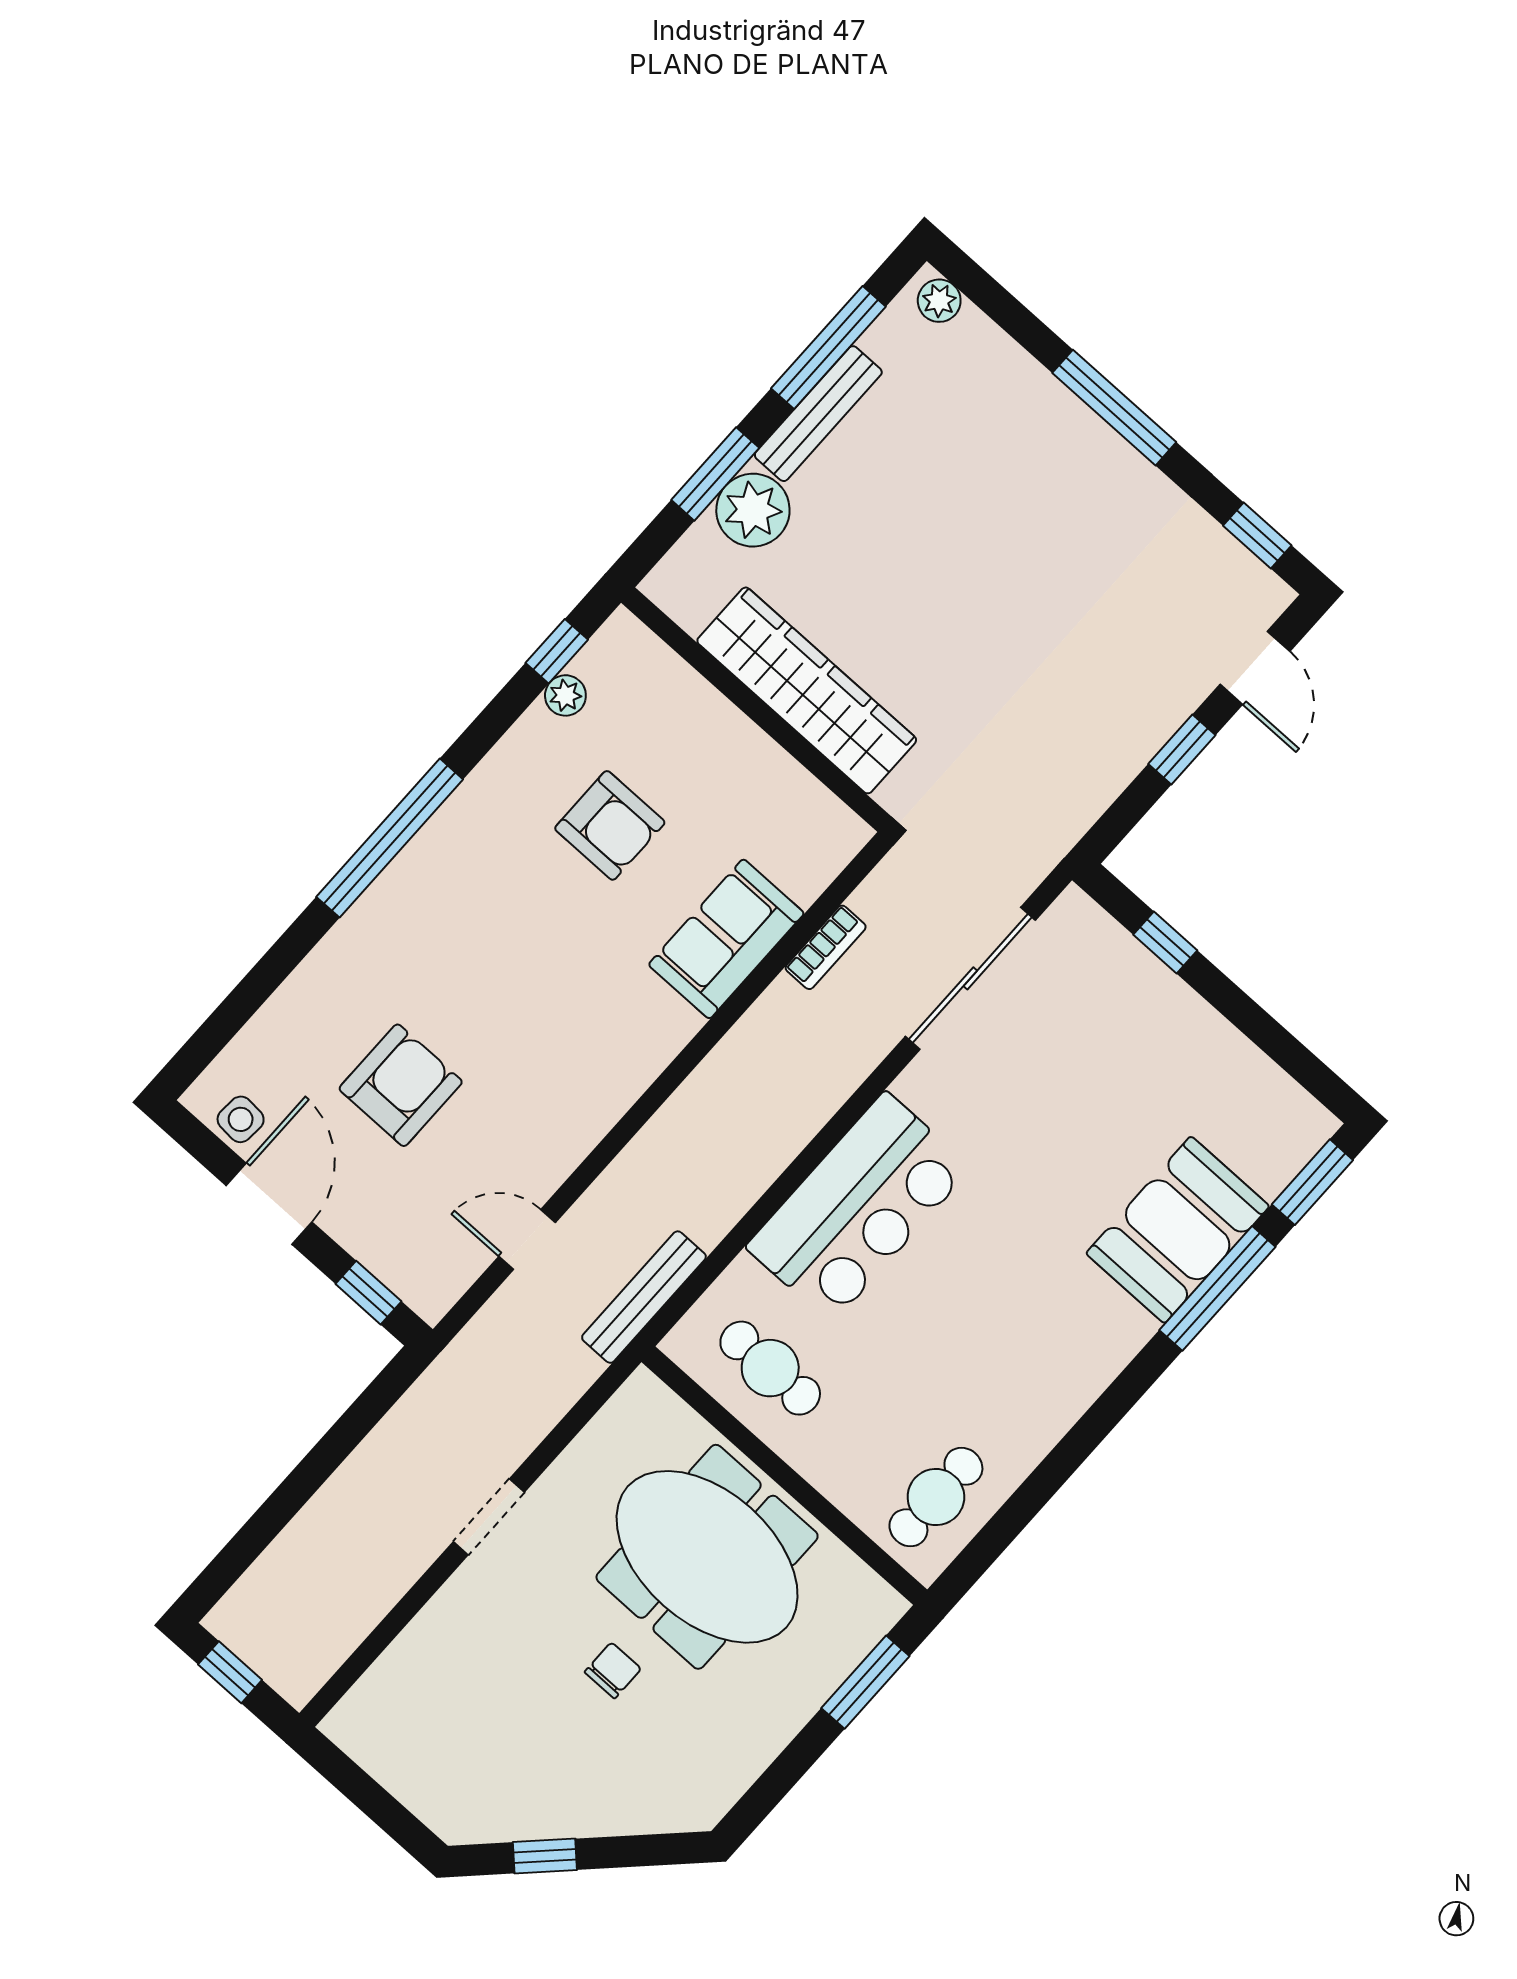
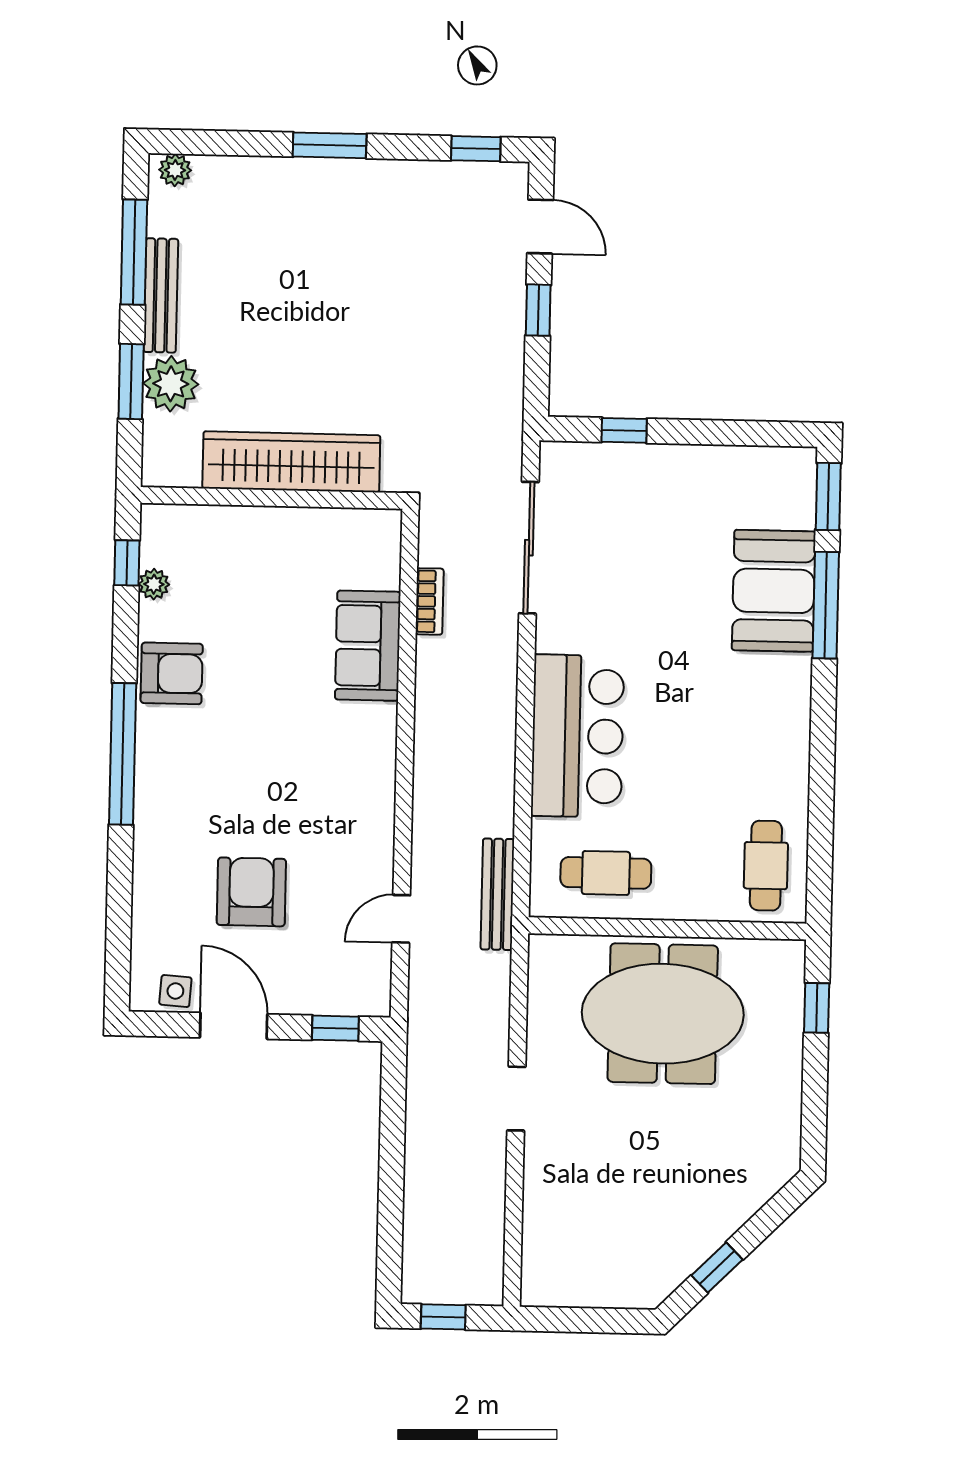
window: (1114, 408) -> (330, 145), width x0.69
armchair: (610, 825) -> (172, 673), moved
chair: (613, 1670) -> (664, 1126), removed
window: (865, 1682) -> (817, 1008), width x0.67

